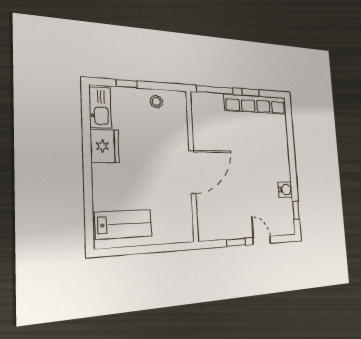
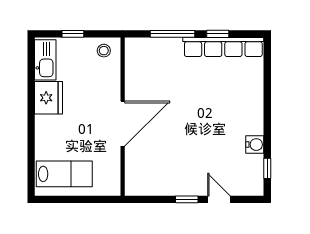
wall: (192, 165) -> (123, 117), moved
door: (192, 172) -> (123, 124), moved

